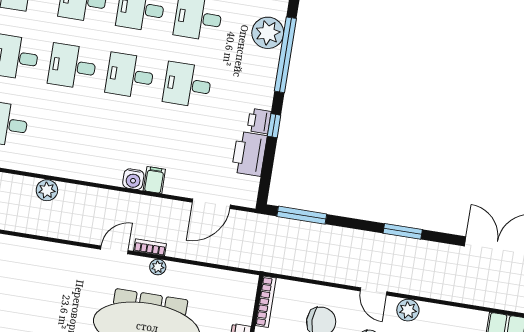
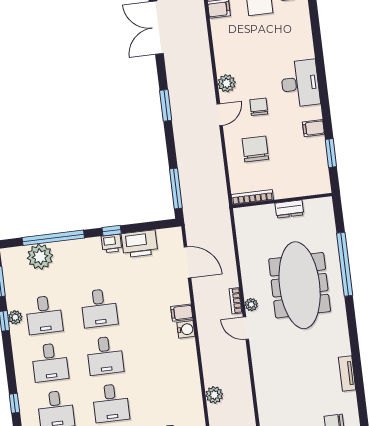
plant: (158, 267) -> (251, 305), moved

